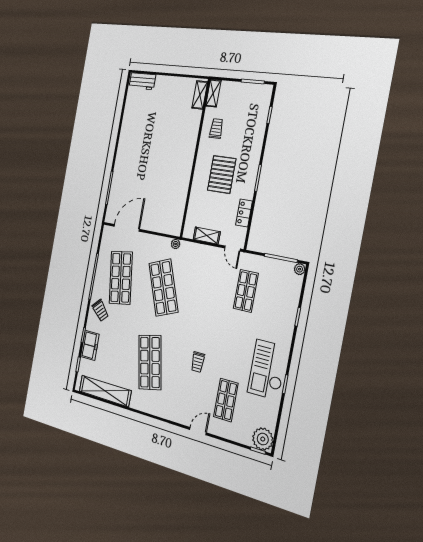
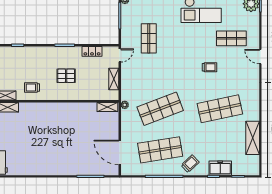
pallet: (222, 175) -> (66, 76), width x0.67, depth x0.71
shelving: (177, 222) -> (107, 107), added
shop shelf: (246, 291) -> (149, 38), turned 90
shelving: (105, 391) -> (253, 138), width x0.68

